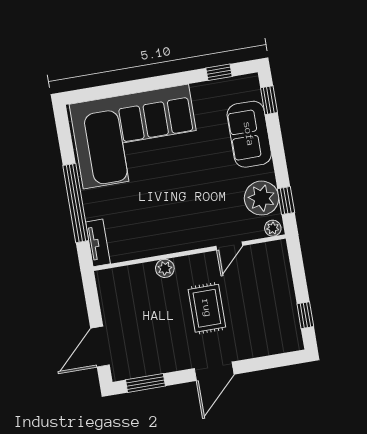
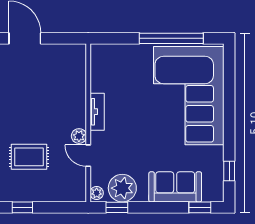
window: (76, 203) -> (171, 38), moved
tv unit: (98, 243) -> (97, 112), moved, turned -90
plant: (165, 268) -> (79, 136), moved
rug: (207, 308) -> (29, 157), moved

